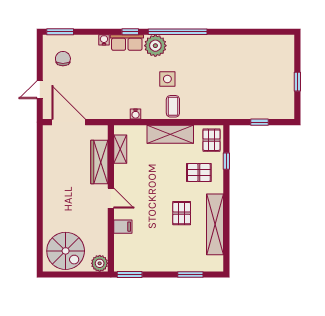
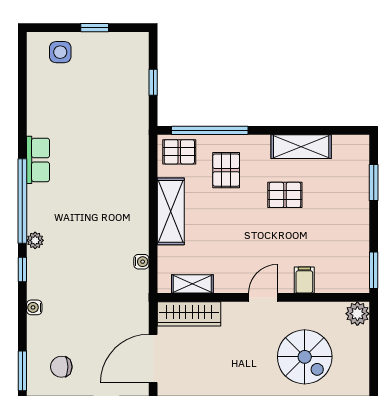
row of seats: (127, 43) -> (38, 160), moved
plant: (155, 46) -> (35, 240), width x0.53, depth x0.53
side table: (167, 79) -> (60, 52), moved
coffee table: (173, 106) -> (130, 208), removed
window: (226, 161) -> (210, 130), width x3.17
wardrobe: (99, 162) -> (189, 314), moved
shelving: (215, 224) -> (301, 147), width x0.68
spiral stairs: (66, 251) -> (305, 357), moved, turned 90

